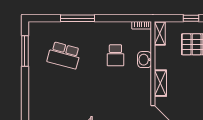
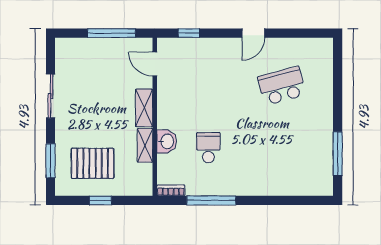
window: (77, 18) -> (211, 200), moved
shelving: (160, 33) -> (145, 145), moved
school desk: (64, 55) -> (282, 86), moved, turned -30

